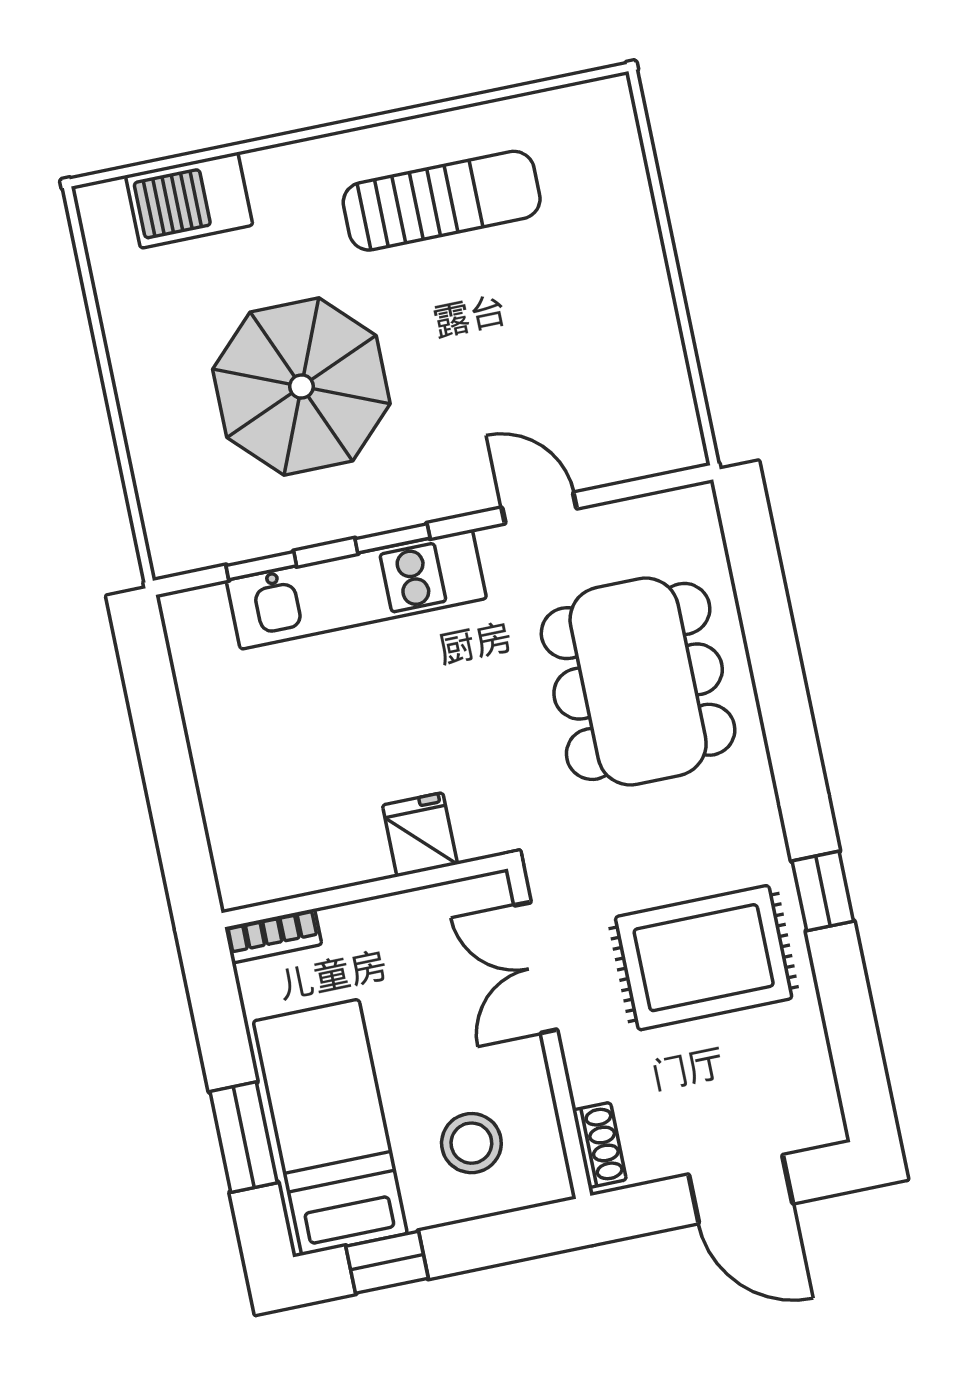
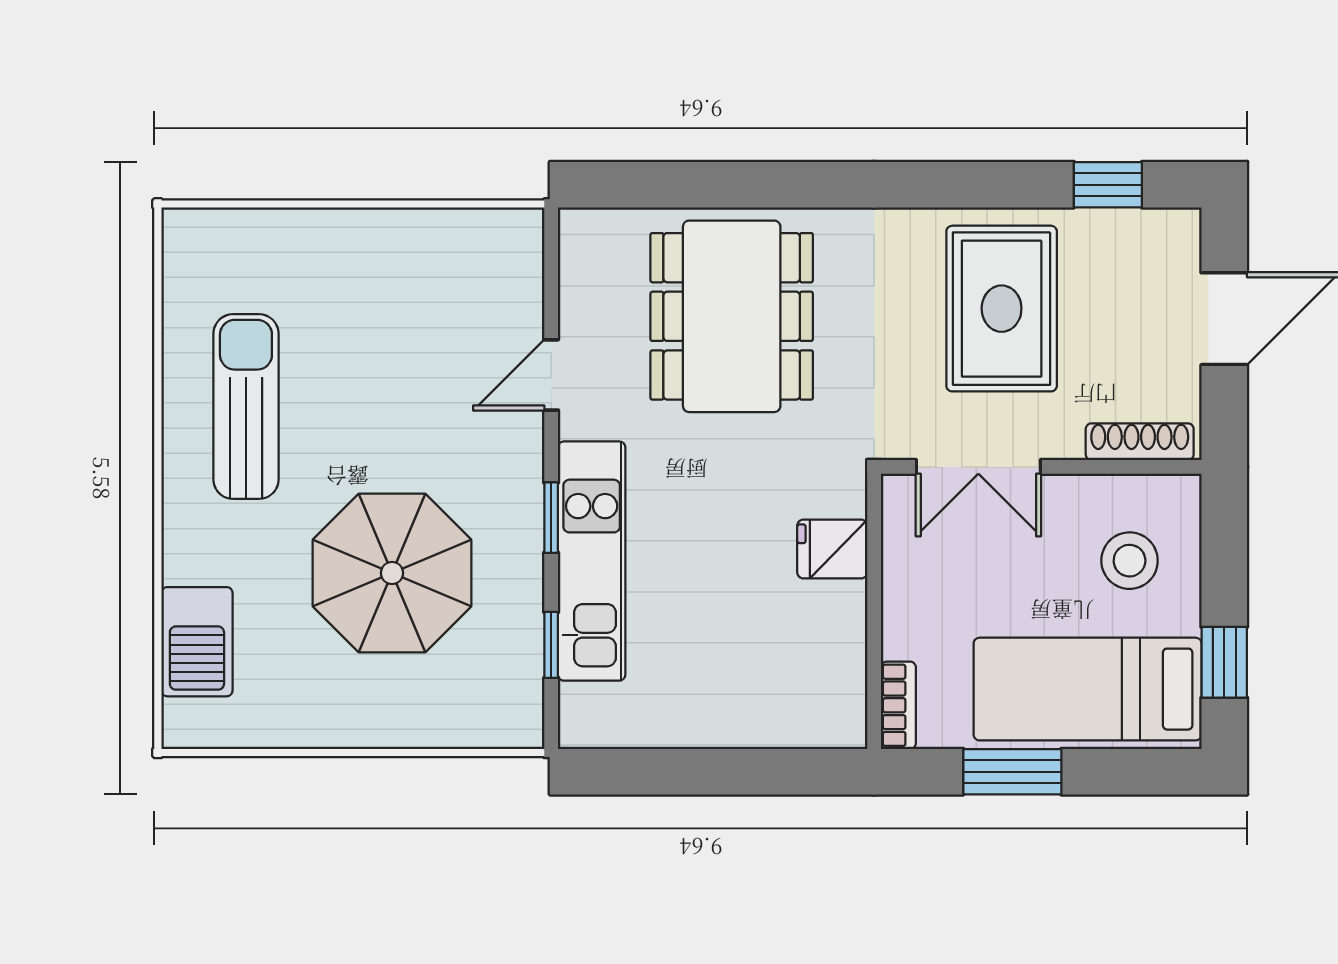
dining table: (638, 681) -> (732, 316), turned 90
window: (823, 891) -> (1108, 185), moved
window: (244, 1137) -> (1012, 772), moved
shoe rack: (599, 1145) -> (1140, 442), width x1.43

